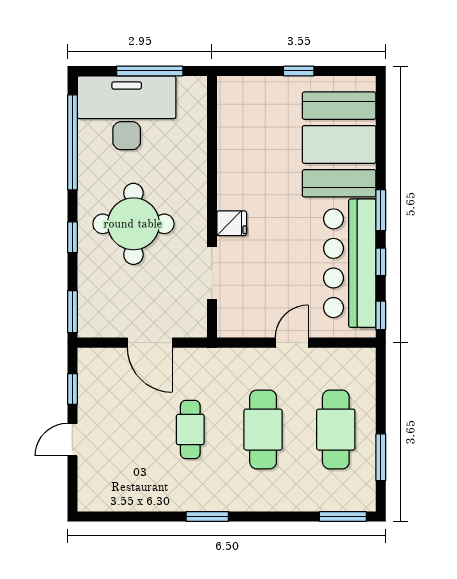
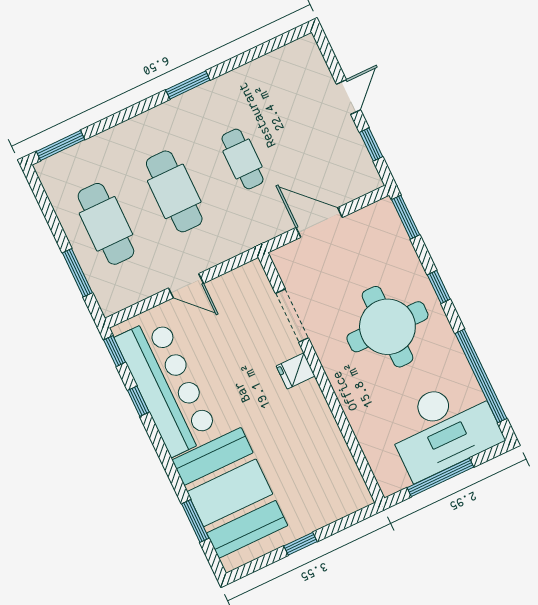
window: (381, 210) -> (195, 521), moved
door: (292, 343) -> (186, 286), hinge flipped
window: (381, 457) -> (77, 273), moved

